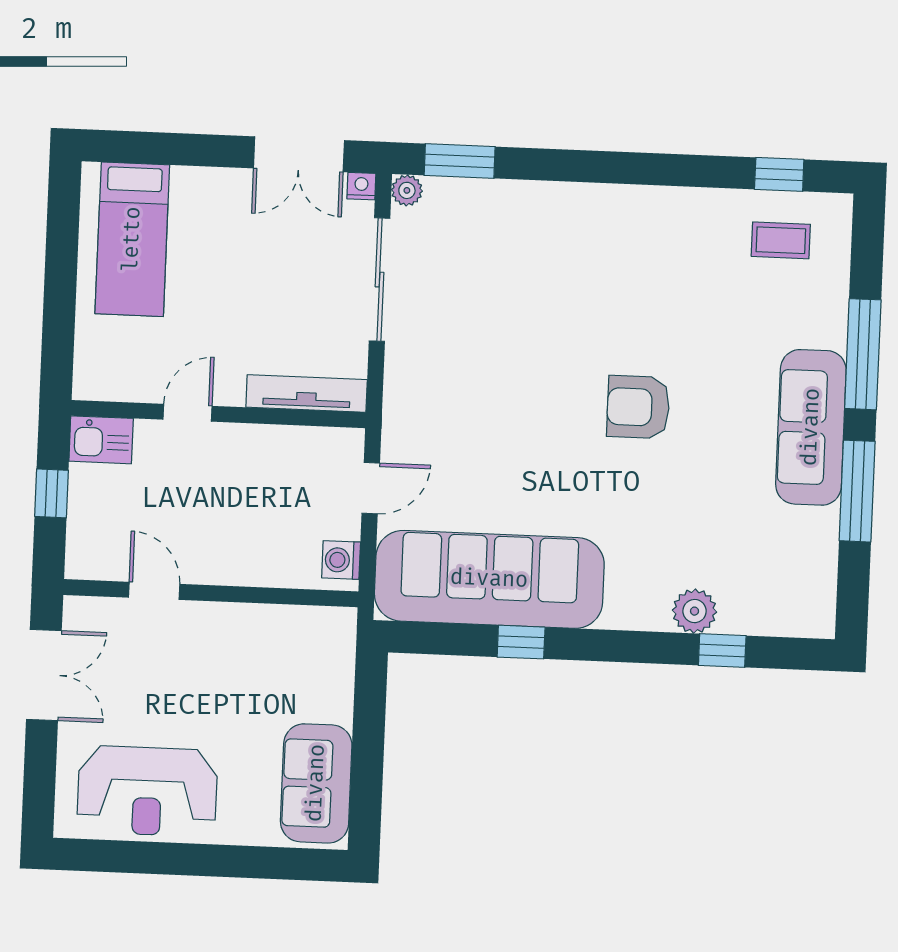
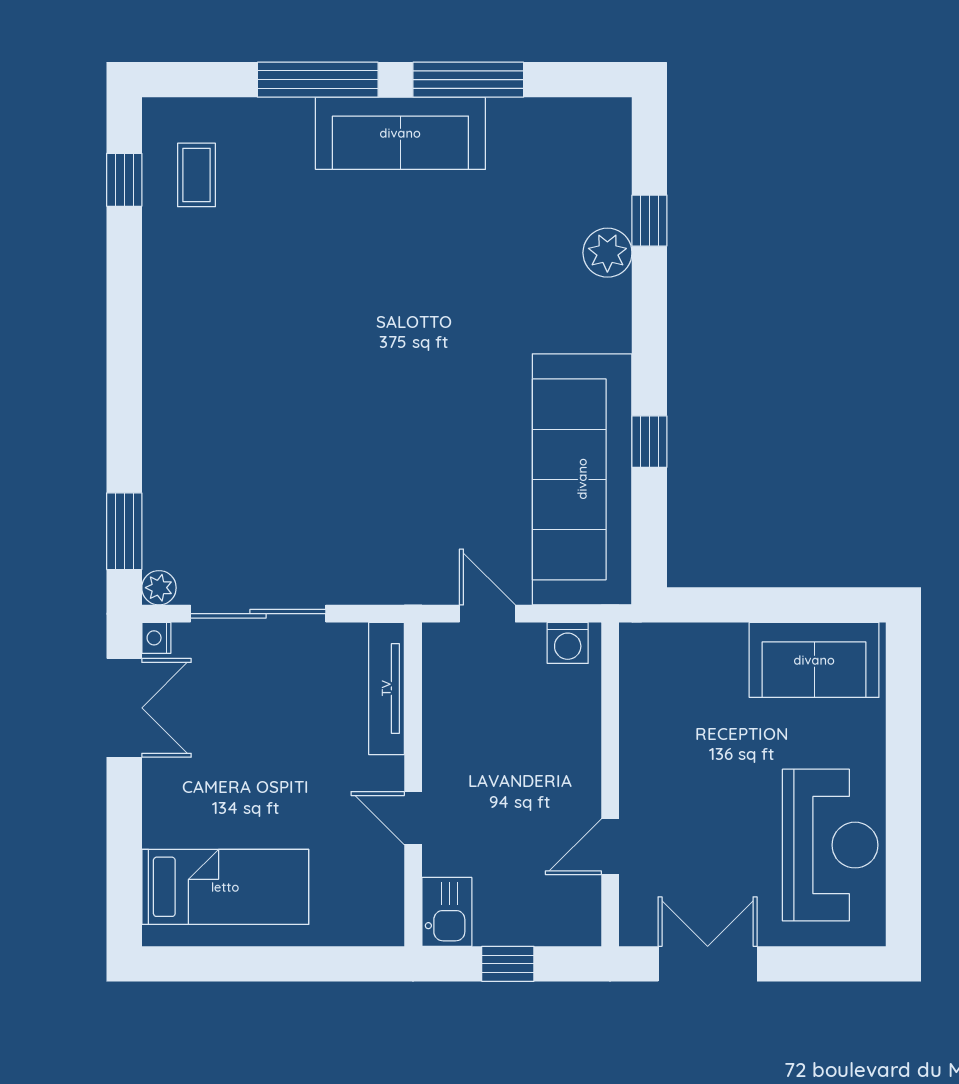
armchair: (638, 407) -> (386, 324), removed

